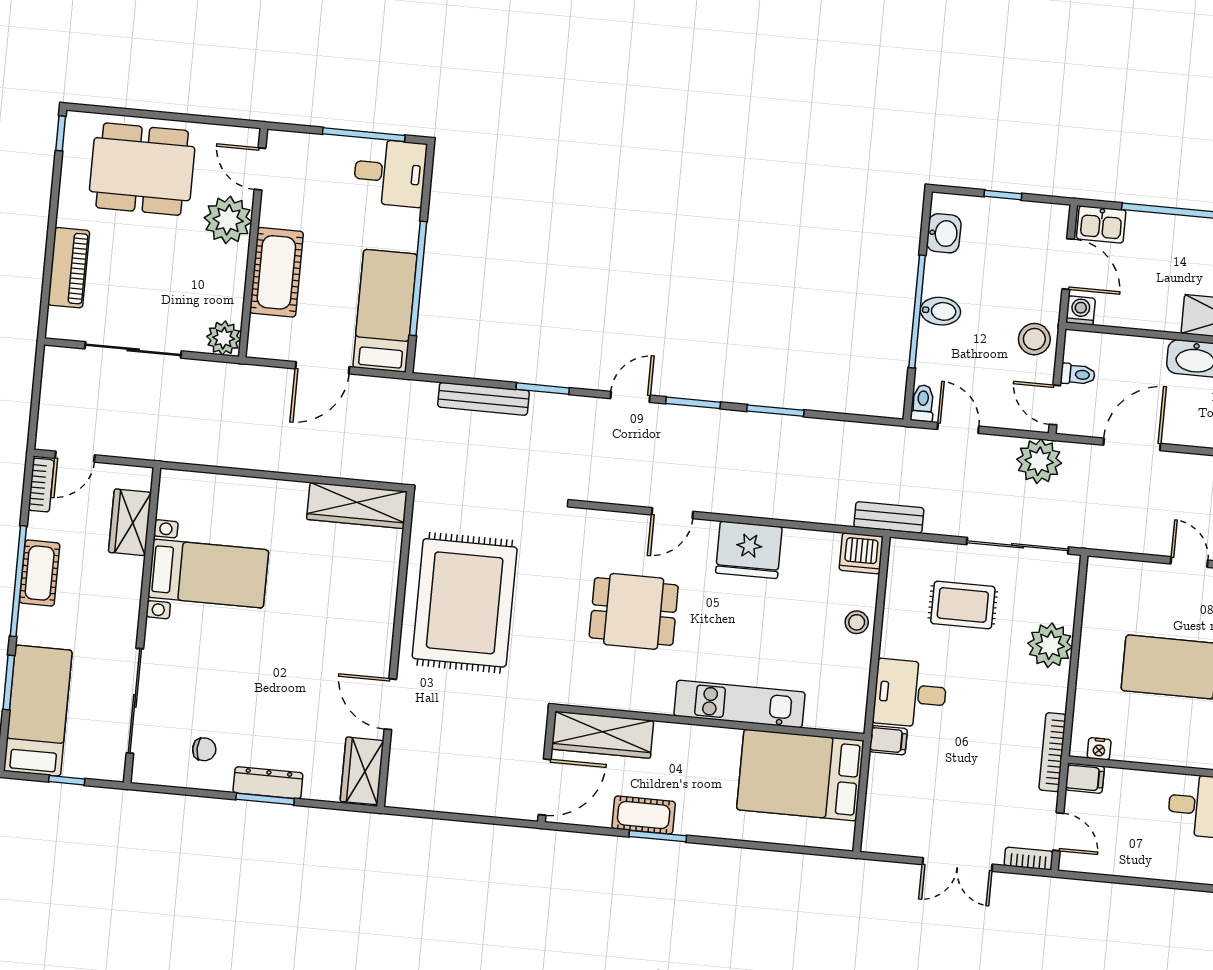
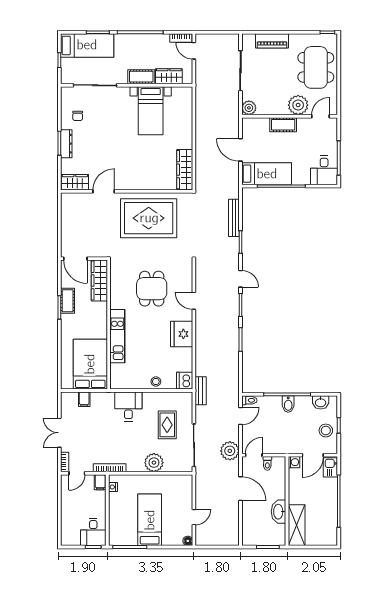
cot: (276, 272) -> (283, 125), width x0.73, depth x0.75
stool: (1034, 339) -> (326, 431), moved
cot: (40, 573) -> (141, 77), moved
filing cabinet: (888, 740) -> (84, 399), moved

